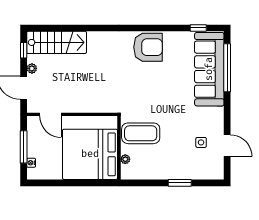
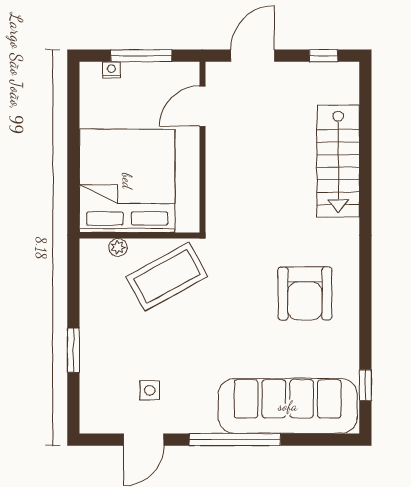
stairs: (57, 42) -> (338, 161), moved
armchair: (148, 47) -> (305, 294), moved
plant: (32, 68) -> (289, 71), removed
window: (227, 68) -> (235, 440), moved
coffee table: (141, 133) -> (167, 277), turned 61

